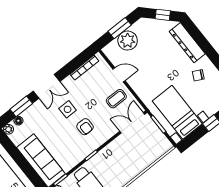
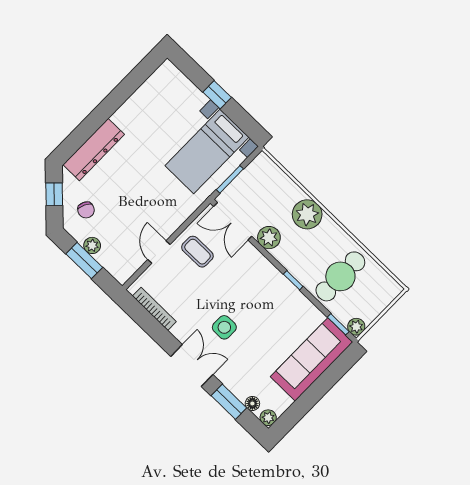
plant: (128, 41) -> (92, 245), width x0.53, depth x0.53
chair: (198, 75) -> (86, 210), moved
armchair: (85, 127) -> (249, 296), removed
plant: (119, 144) -> (269, 238), added
plant: (131, 169) -> (307, 214), added

